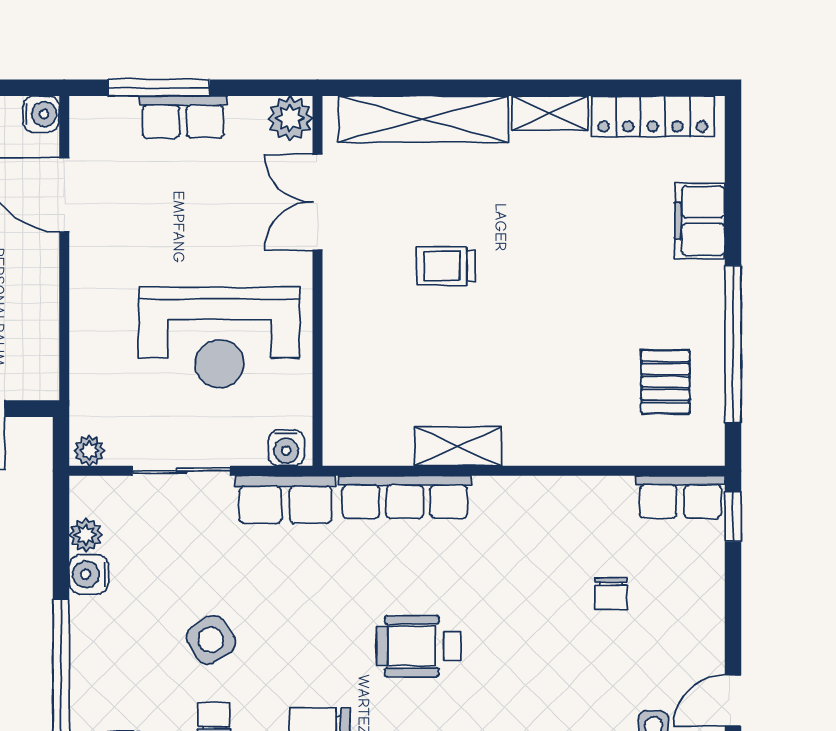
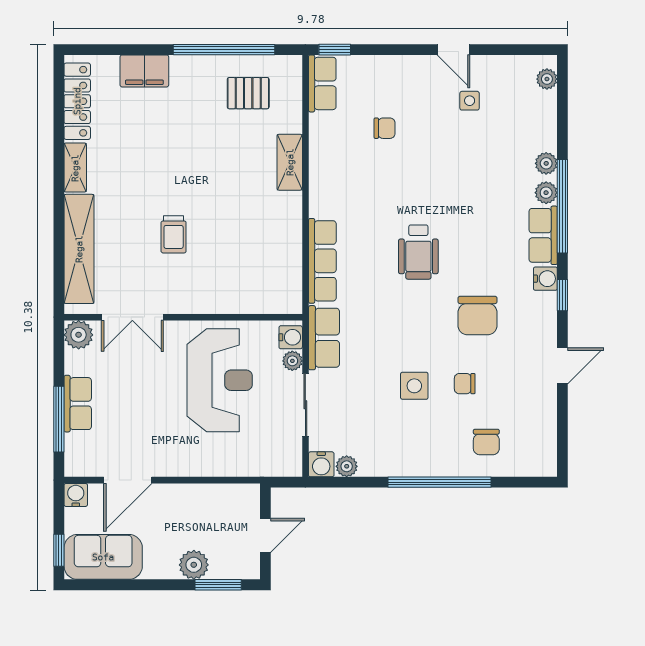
shelving: (458, 446) -> (290, 162), moved
plant: (89, 451) -> (292, 361), moved
water cooler: (89, 574) -> (321, 464), moved
side table: (211, 640) -> (414, 386), turned 32

